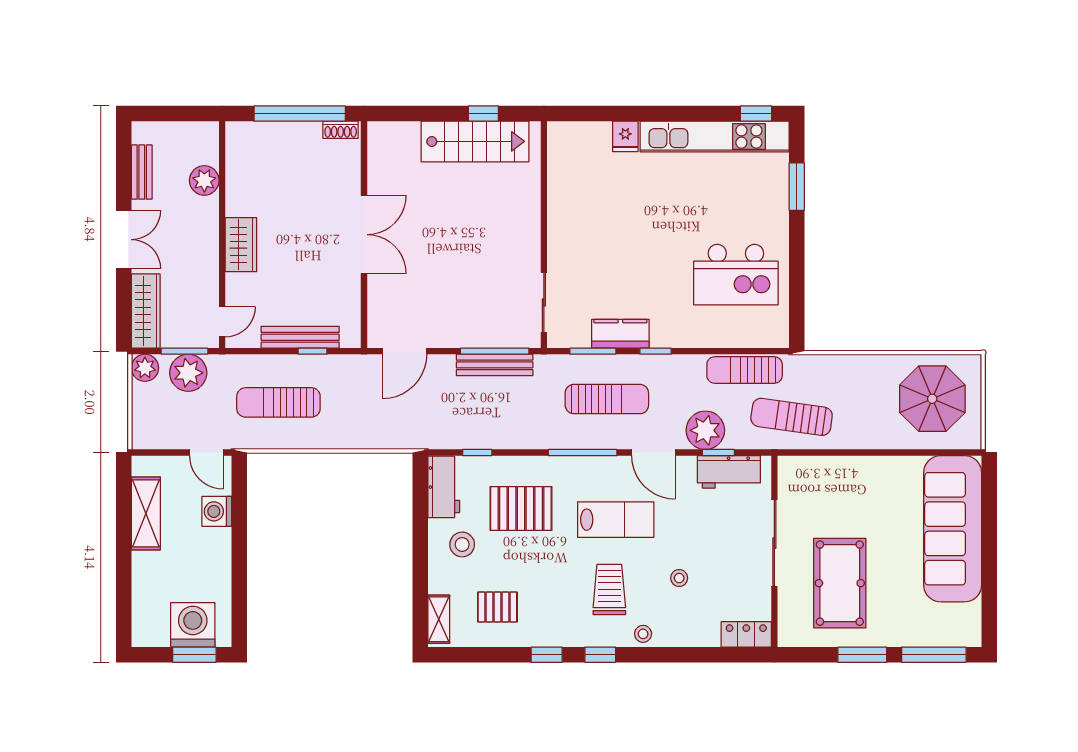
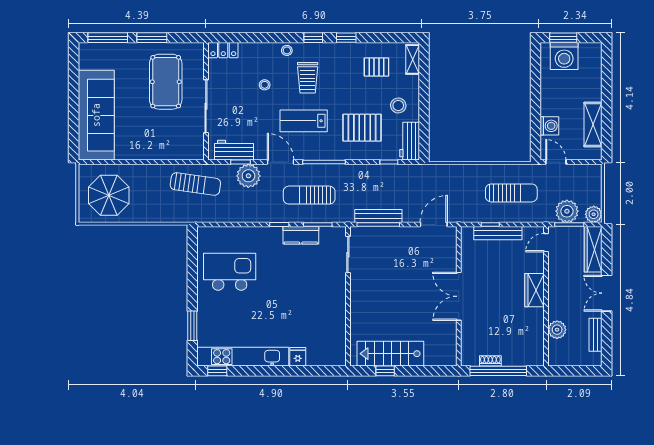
shoe rack: (341, 130) -> (490, 361), moved
sun lounger: (745, 370) -> (224, 213), removed

